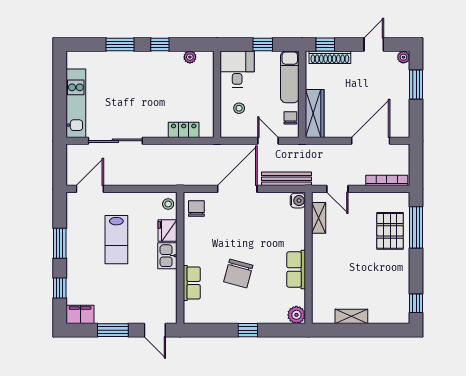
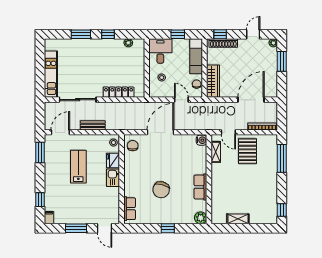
locker: (184, 130) -> (119, 92), width x1.53
bench: (287, 179) -> (93, 125), moved, width x0.73
pallet: (390, 231) -> (248, 151), moved
lab bench: (116, 240) -> (78, 167), turned 180
window: (60, 243) -> (40, 152), moved
row of seats: (192, 283) -> (130, 209), moved
filing cabinet: (80, 314) -> (49, 218), width x0.50

